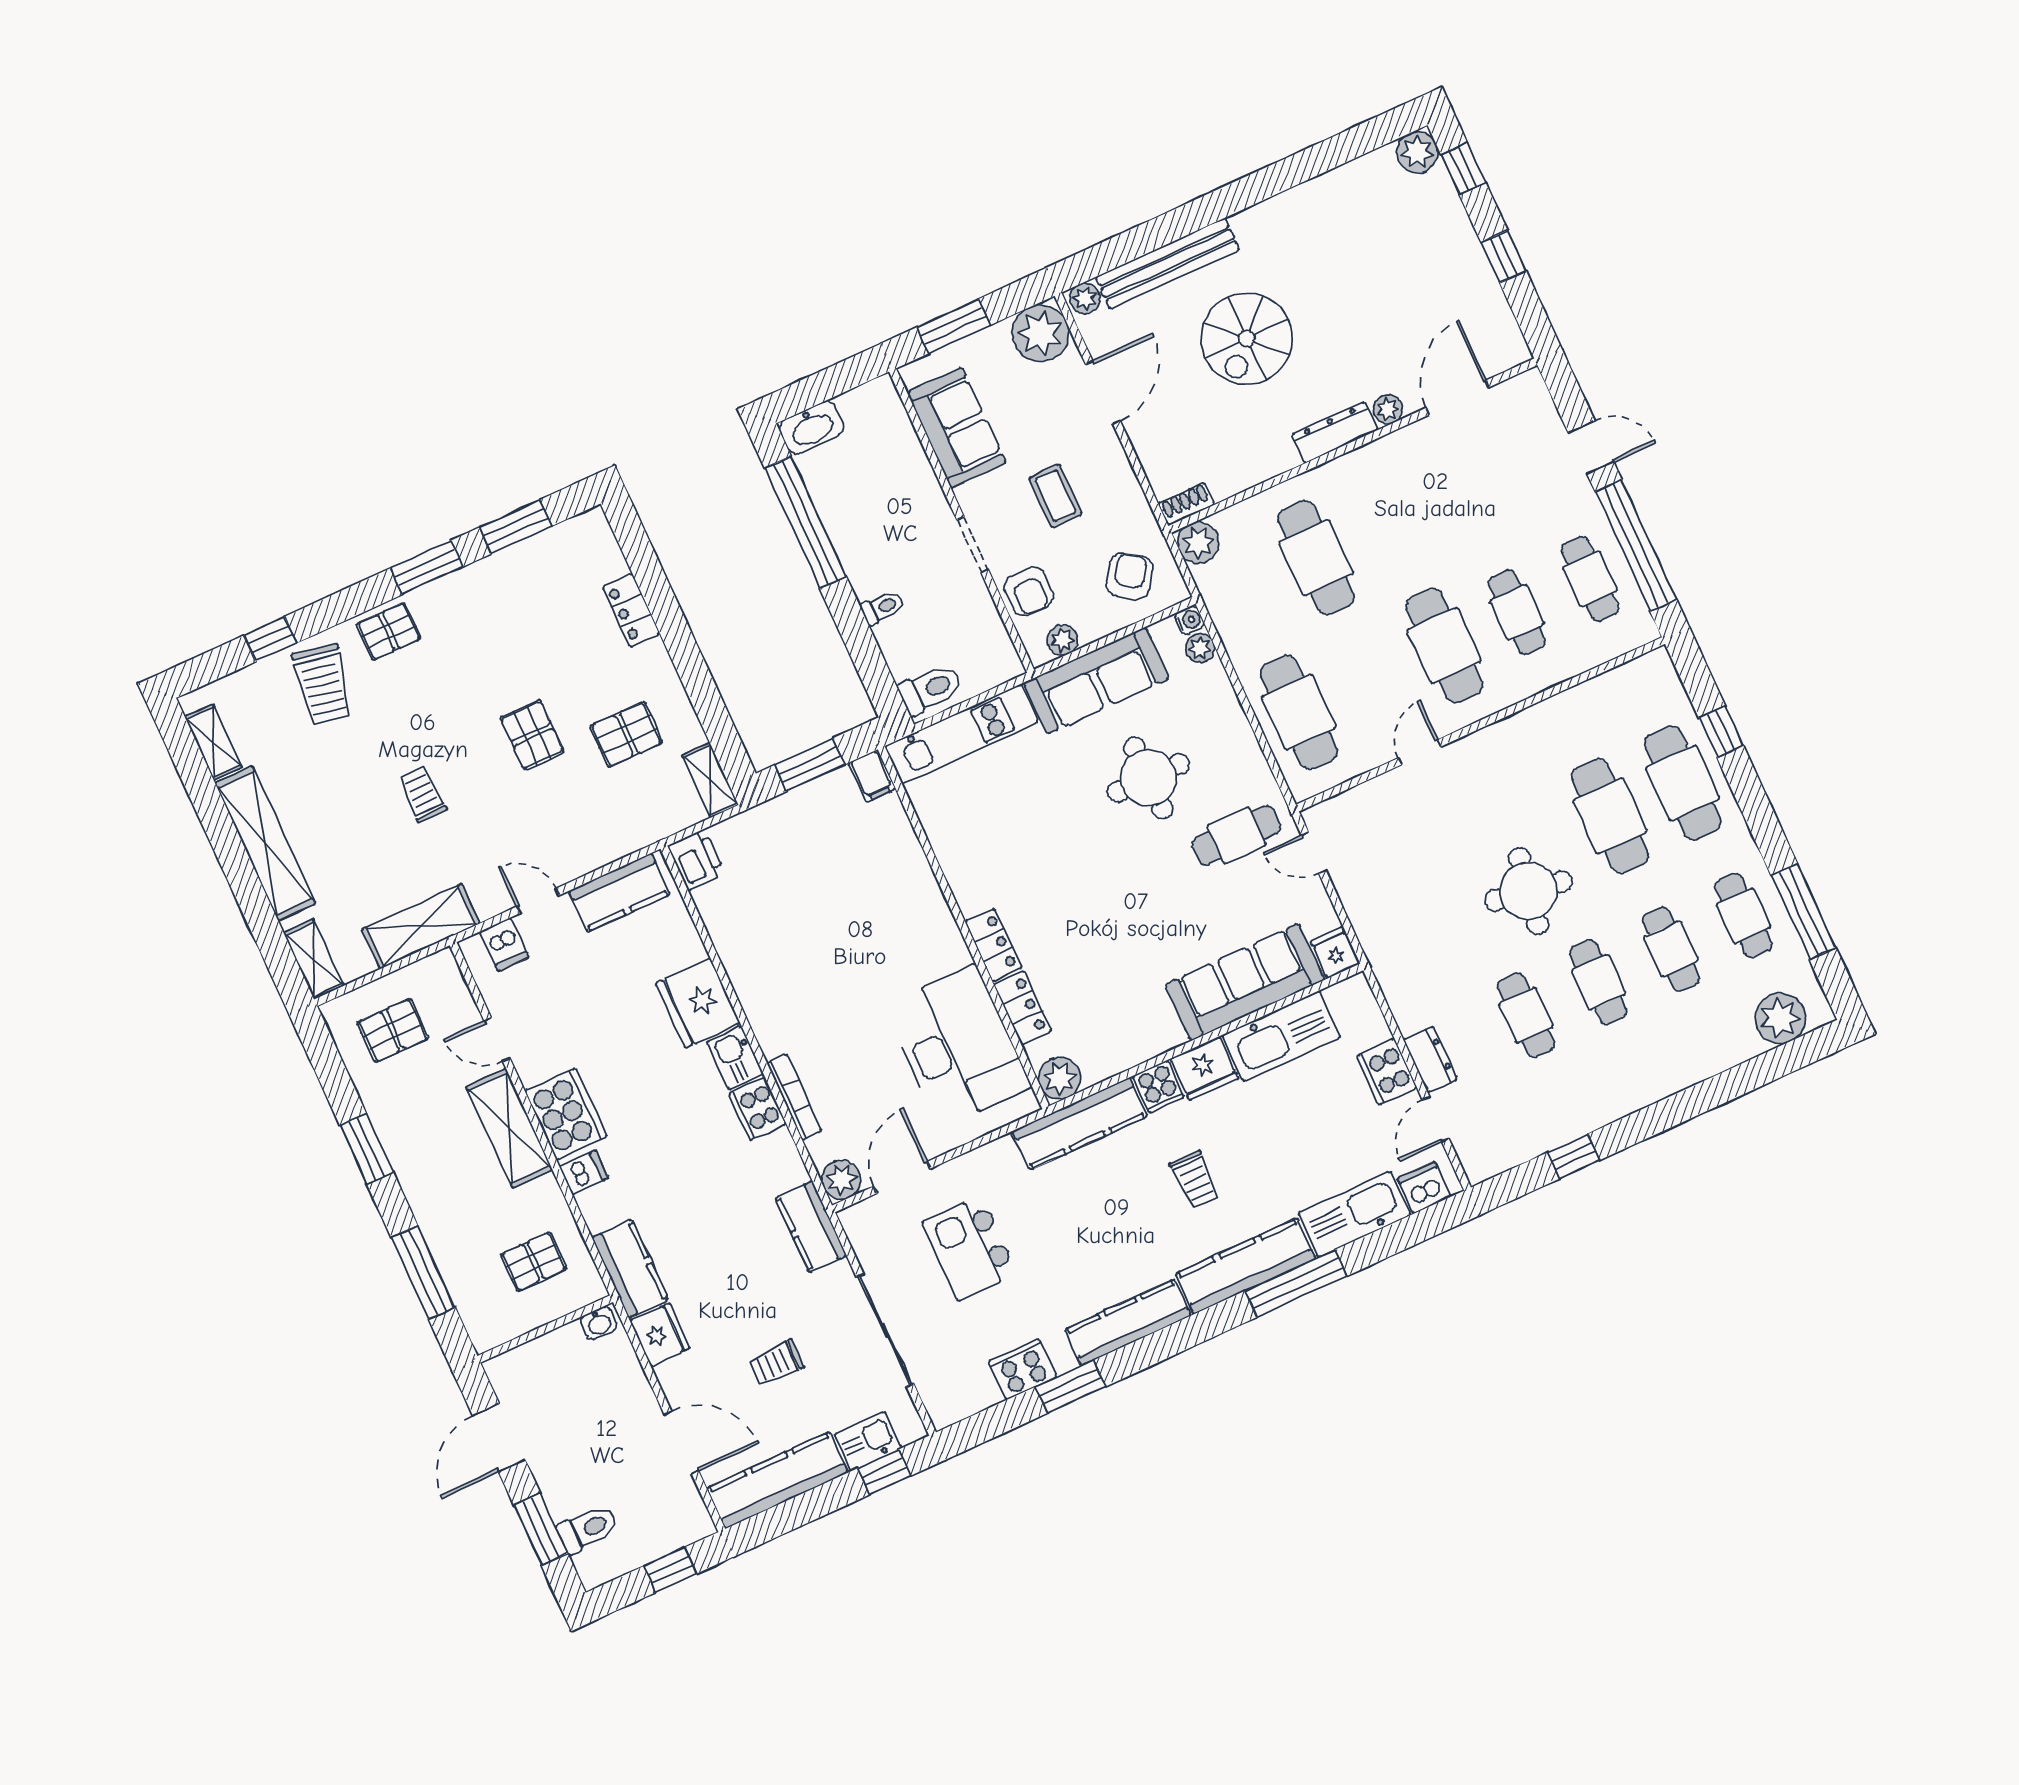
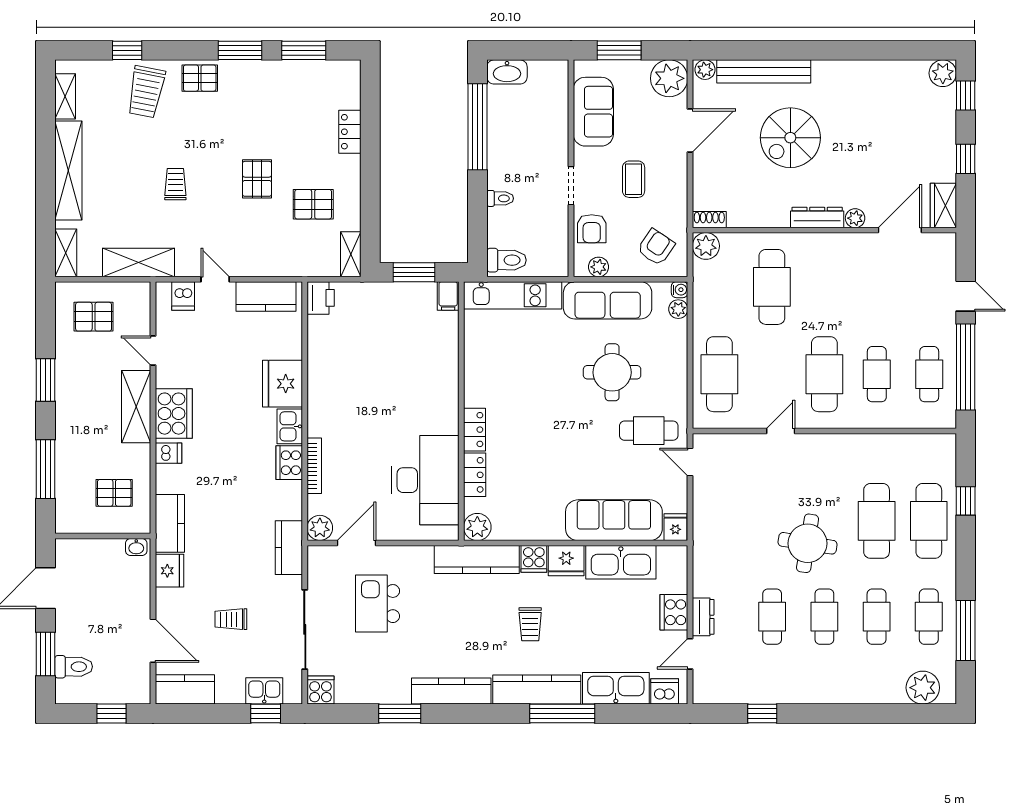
wardrobe: (1502, 336) -> (943, 205), added
cooker: (1023, 1369) -> (321, 690), moved, width x0.73
kitchen counter: (777, 1480) -> (185, 689), width x0.67

